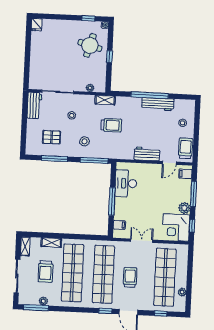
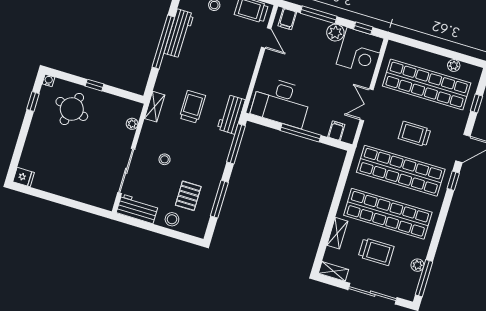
stool: (85, 141) -> (172, 219), moved
workbench: (147, 154) -> (231, 114), moved
desk: (126, 183) -> (281, 102), width x1.36, depth x1.30

